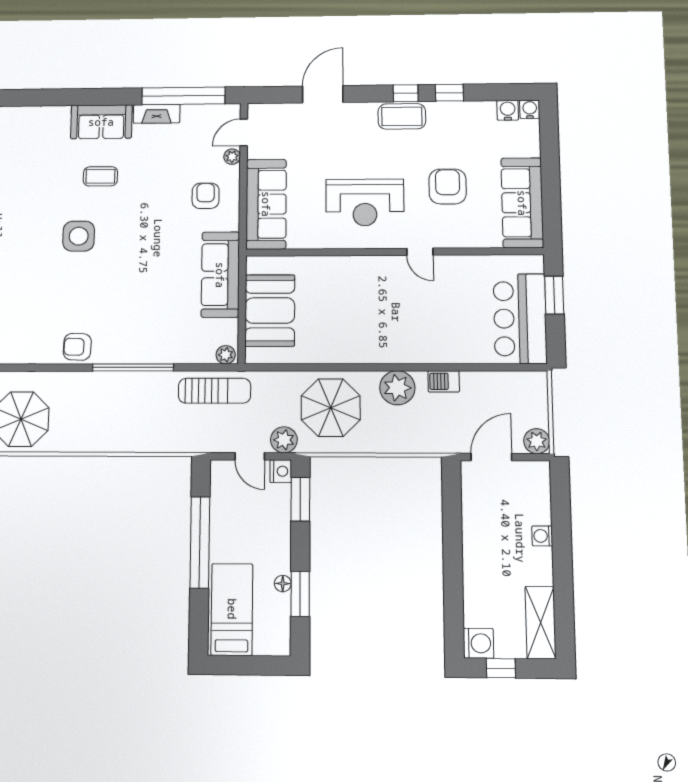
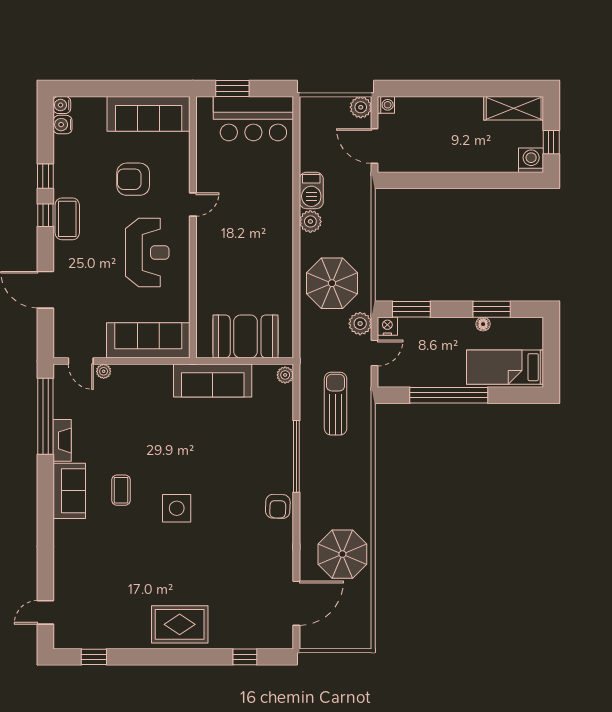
armchair: (206, 196) -> (140, 395), removed
barbecue: (444, 381) -> (311, 190), width x1.38, depth x1.27
plant: (397, 388) -> (310, 221), width x0.73, depth x0.73
sun lounger: (215, 391) -> (336, 404), moved
washing machine: (542, 536) -> (386, 105), moved, turned -90

